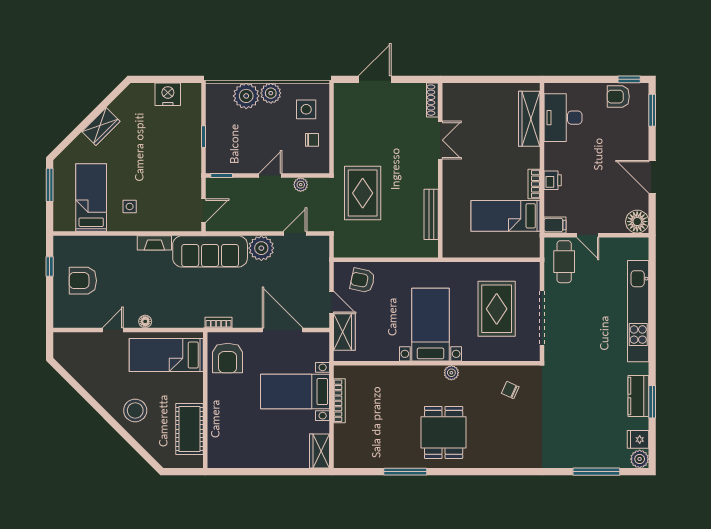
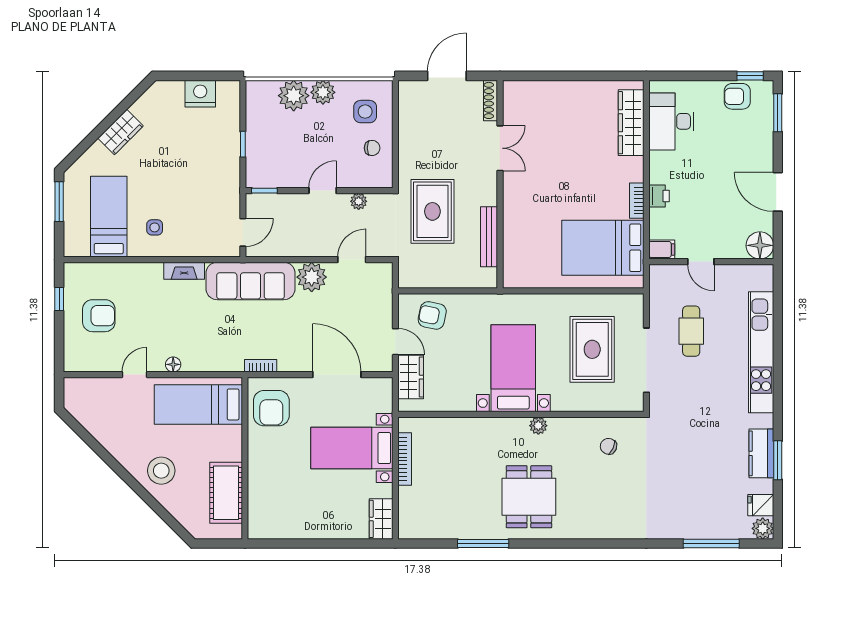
shoe rack: (432, 100) -> (491, 100), moved
double door: (440, 140) -> (500, 148), moved
wall: (440, 170) -> (500, 184), moved
bench: (431, 214) -> (489, 237), moved
bed: (506, 216) -> (603, 248), width x1.50
cafe table: (564, 262) -> (691, 331), moved
armchair: (83, 281) -> (99, 316), turned 180

